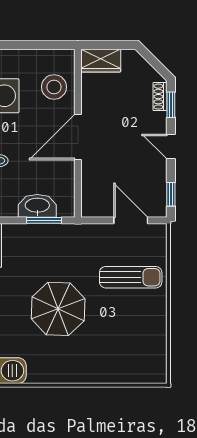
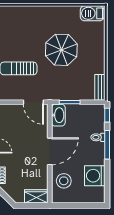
washbasin: (37, 206) -> (58, 115), moved, turned -90
door: (131, 220) -> (33, 102), moved

